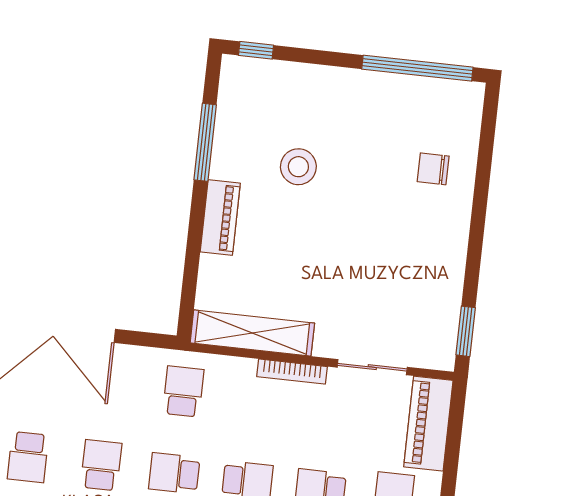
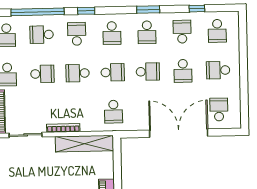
school desk: (28, 457) -> (183, 71), turned 180
school desk: (101, 465) -> (148, 72), turned -90

